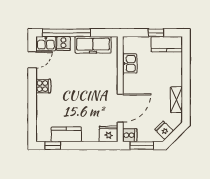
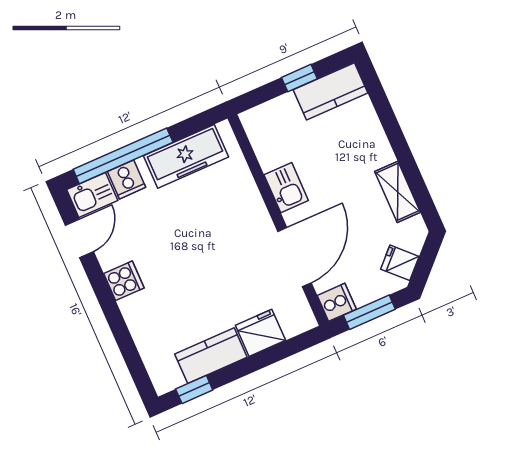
kitchen sink: (130, 64) -> (286, 188), moved
fridge: (109, 134) -> (260, 333), moved

